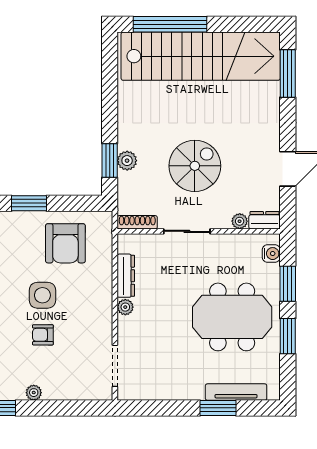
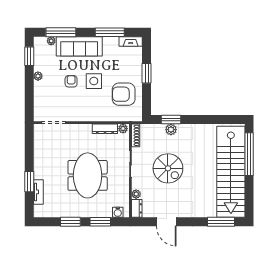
plant: (125, 307) -> (123, 129), moved
meeting table: (232, 317) -> (88, 175), moved
tv unit: (236, 392) -> (38, 192), width x0.71

